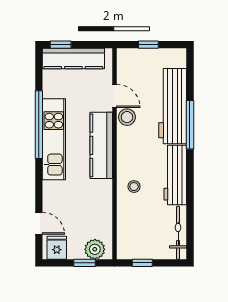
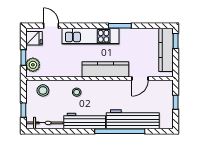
stool: (127, 117) -> (43, 90), moved
window: (39, 125) -> (120, 26), width x0.47
window: (190, 125) -> (120, 131), width x1.46
kitchen unit: (54, 139) -> (90, 36), moved
door: (39, 223) -> (51, 26), swing flipped
window: (142, 263) -> (23, 110), moved

